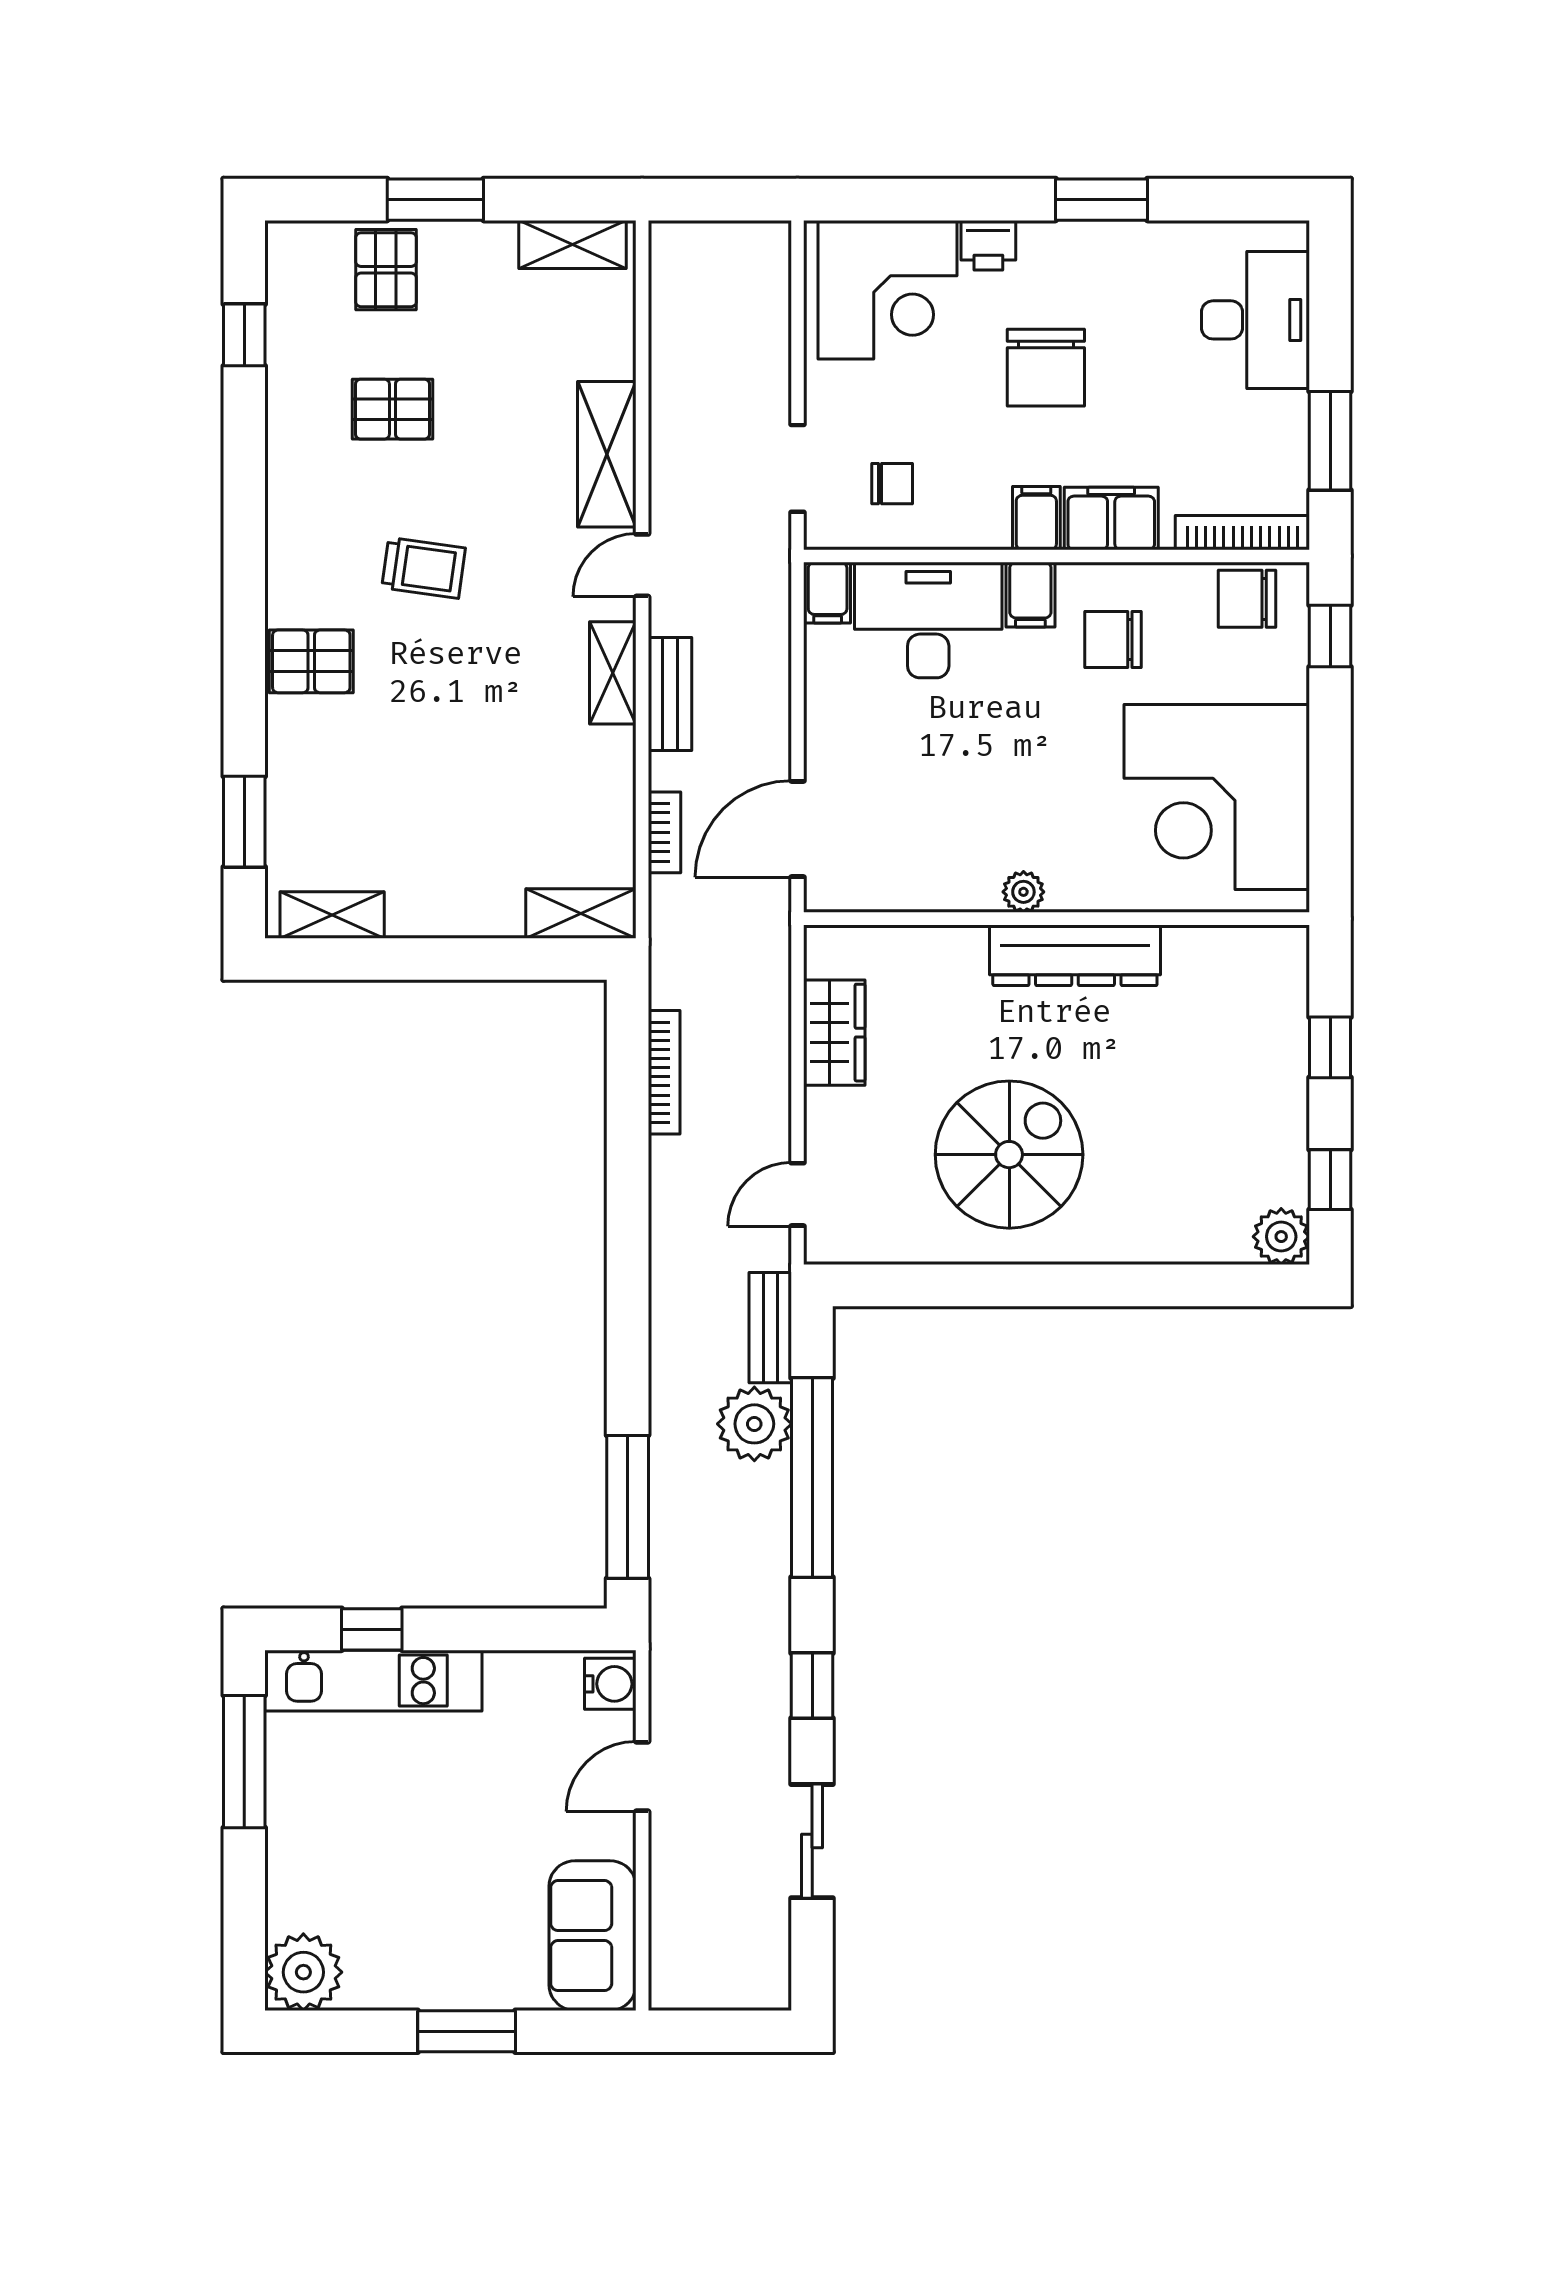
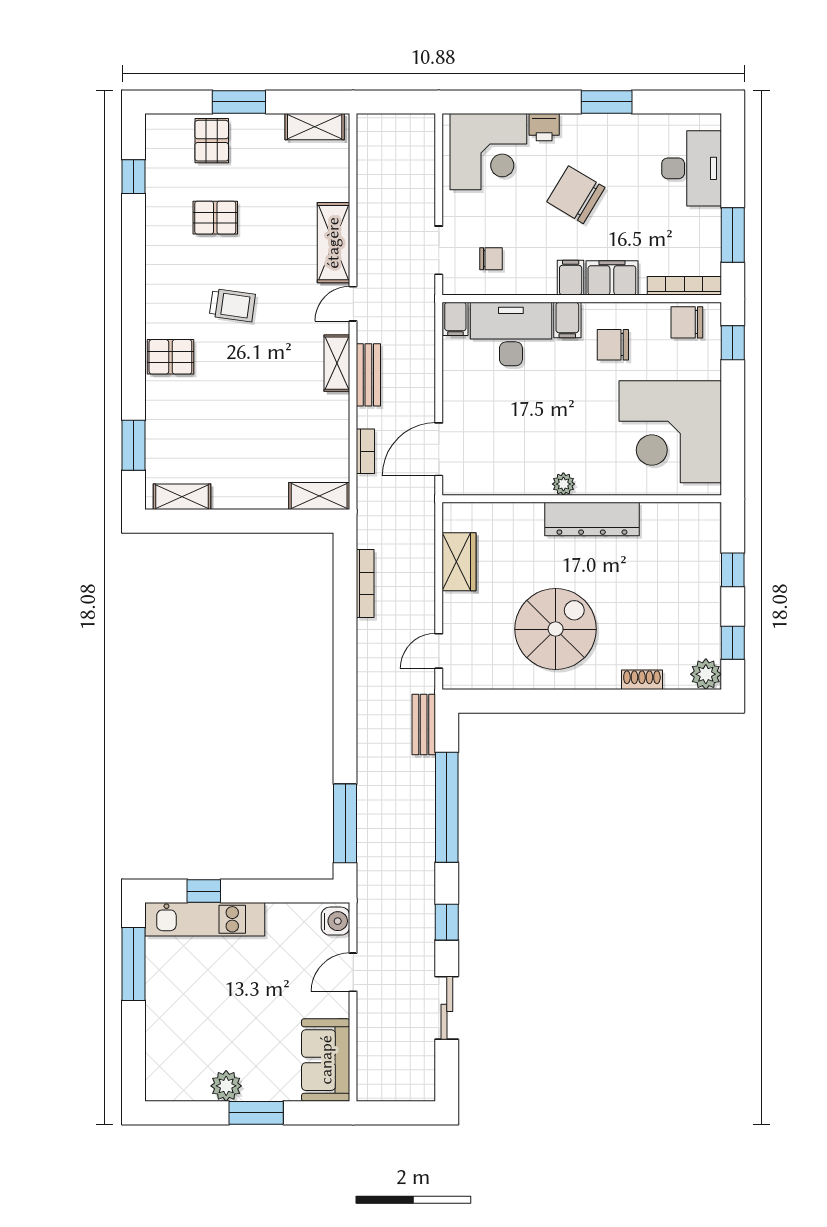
chair: (1046, 368) -> (576, 195), turned 121
shoe rack: (1166, 1247) -> (642, 680), added
plant: (754, 1424) -> (415, 778), removed
plant: (303, 1972) -> (226, 1086), moved, width x0.73, depth x0.73

